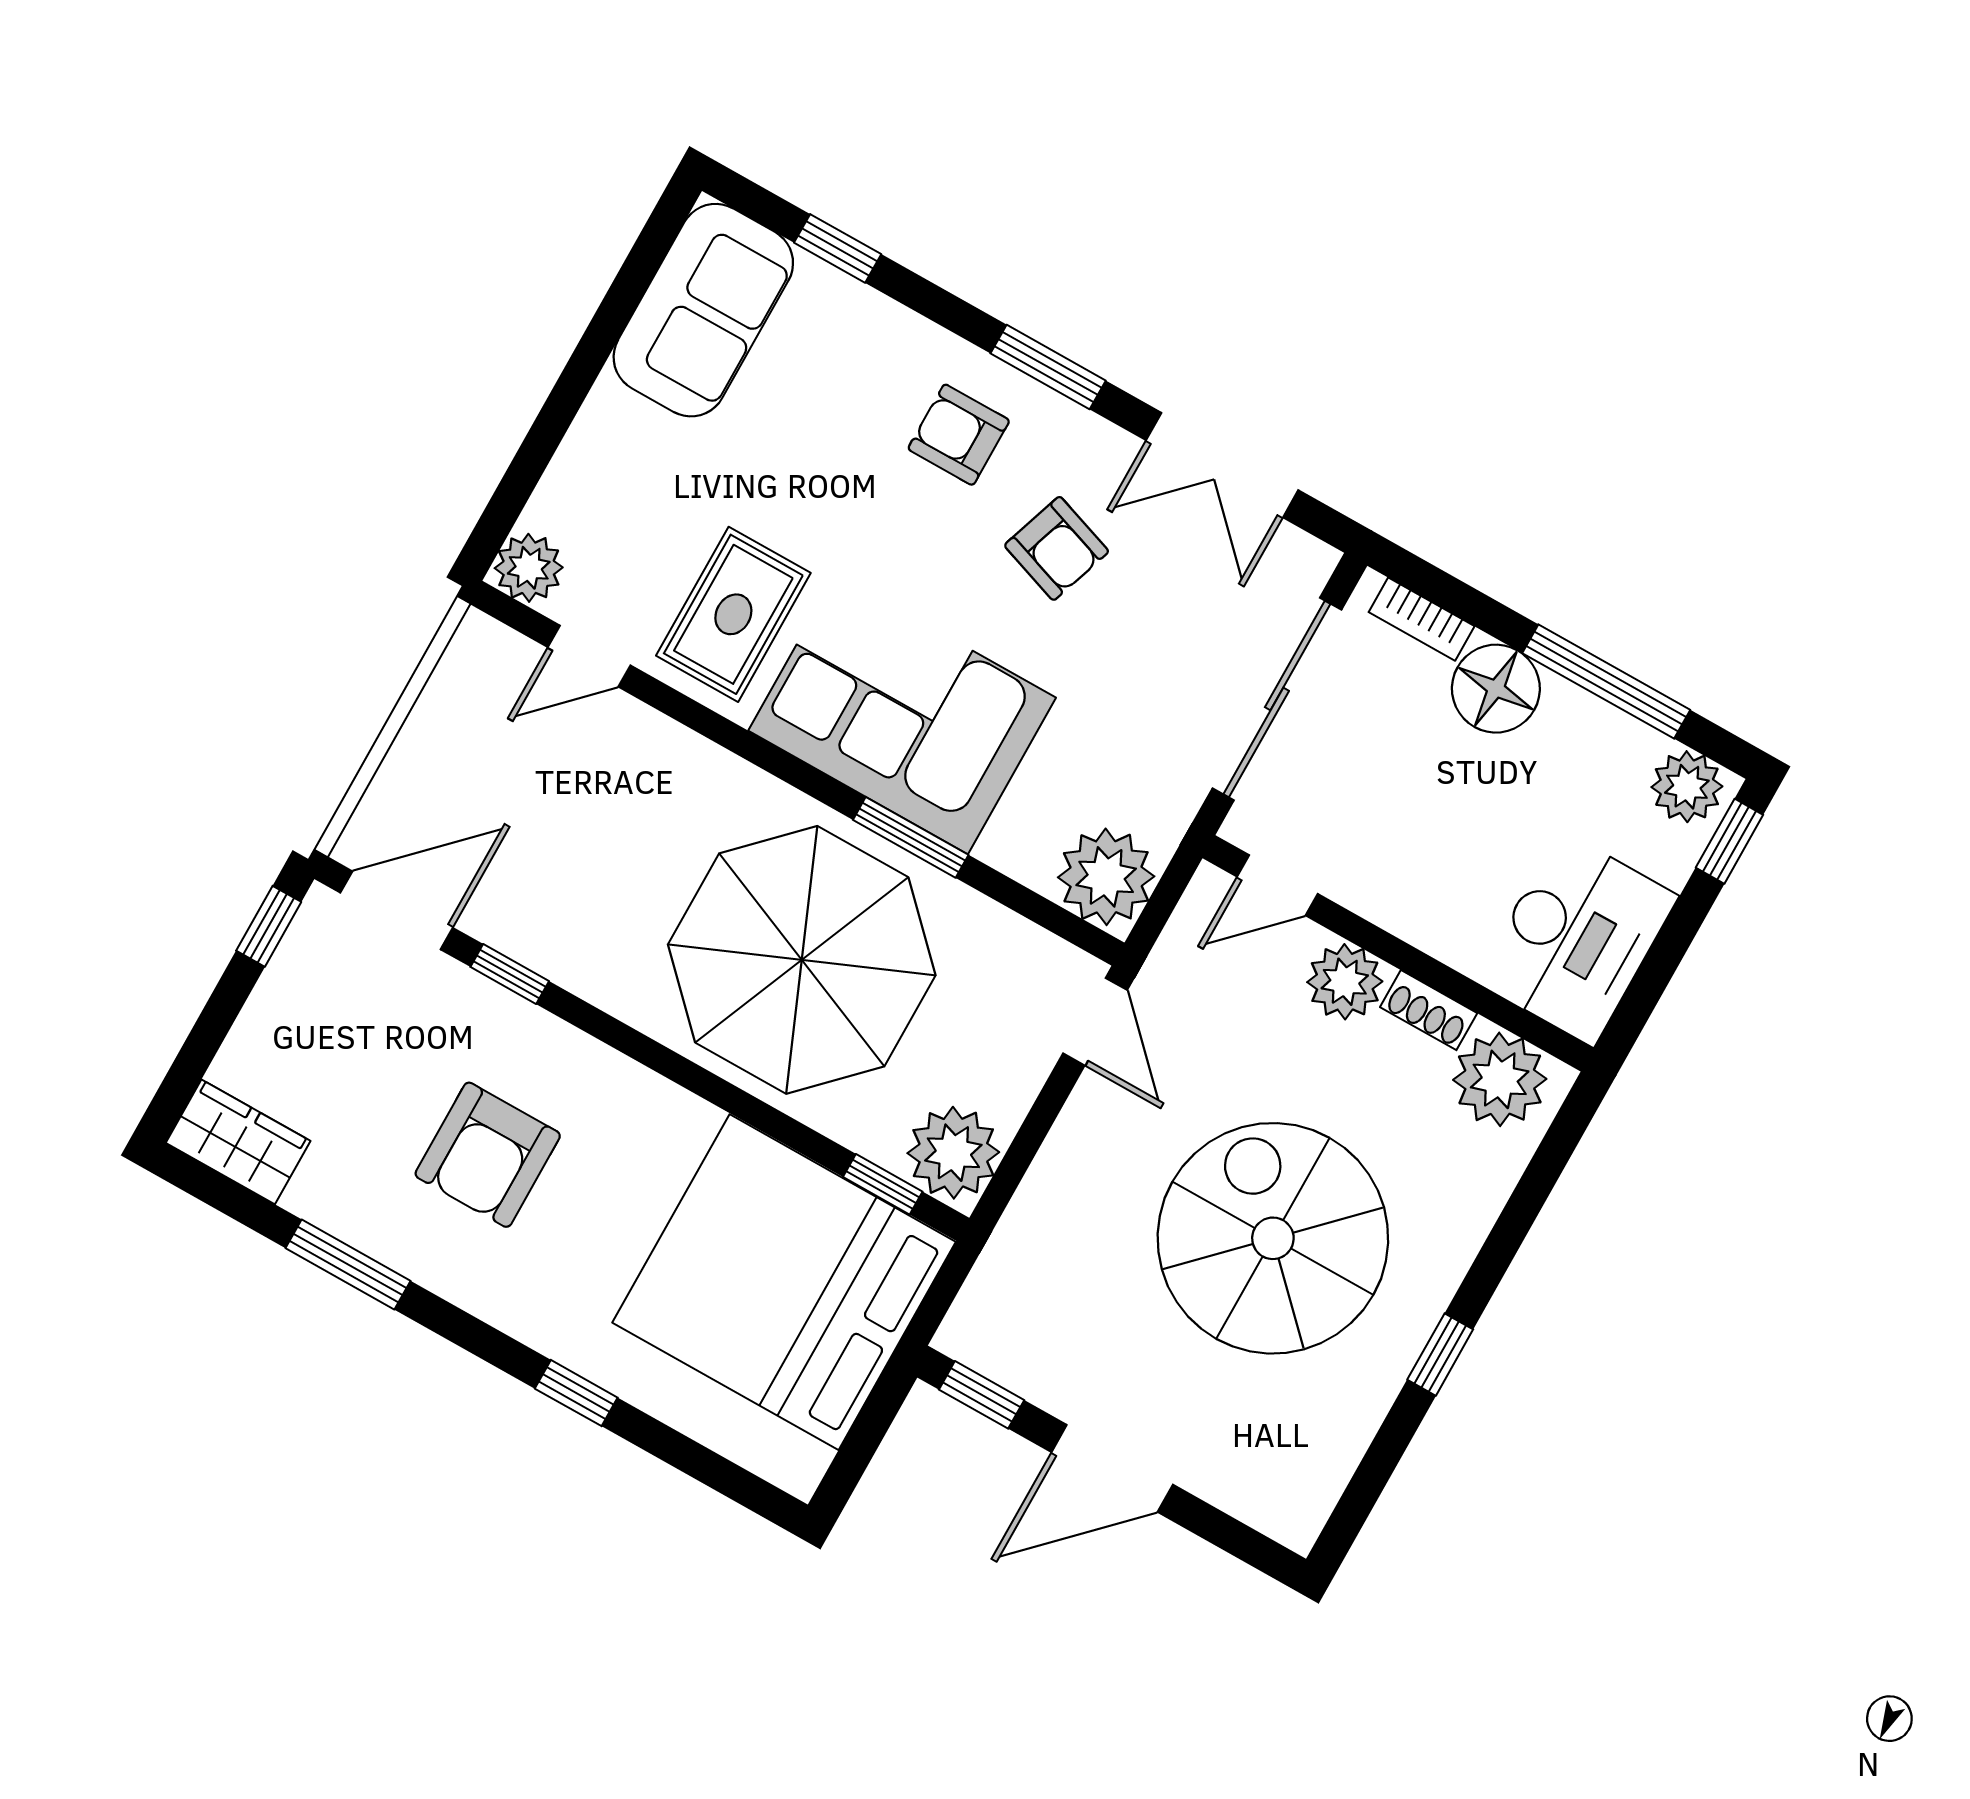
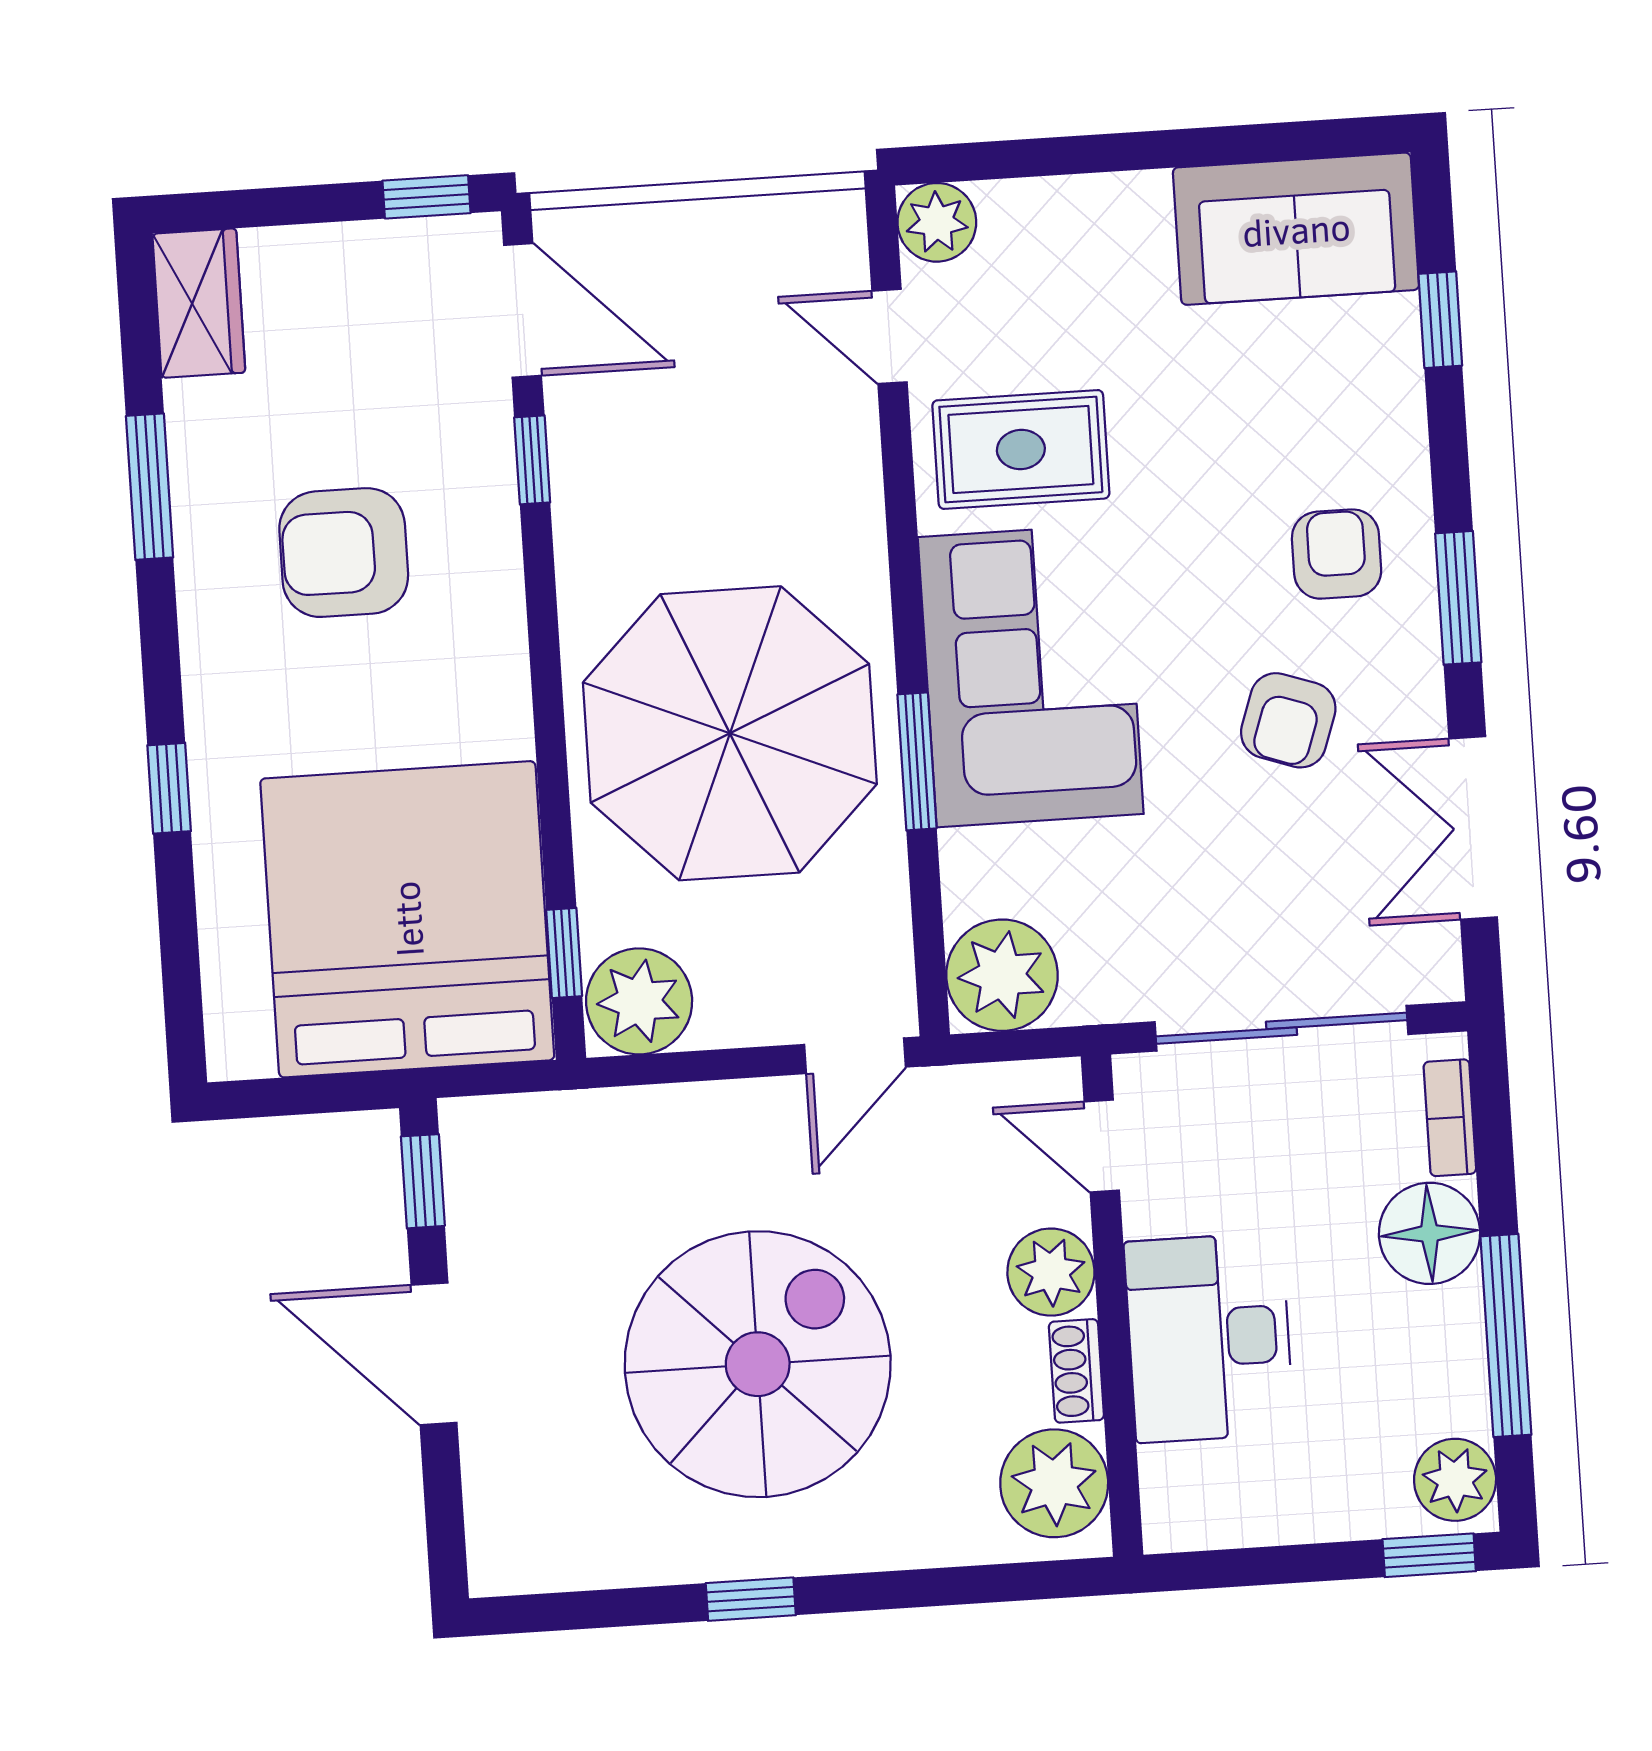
desk: (1577, 938) -> (1209, 1338), moved, turned 90

